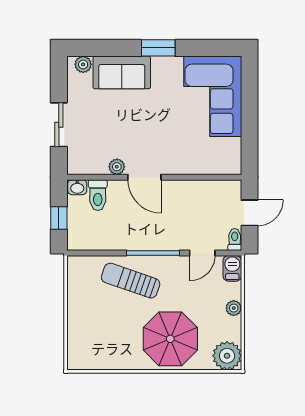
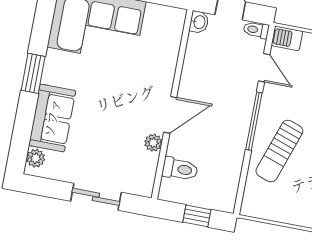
washbasin: (77, 187) -> (199, 22), moved

